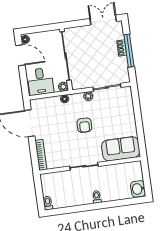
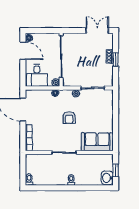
window: (129, 51) -> (116, 60), width x0.46
window: (147, 179) -> (116, 170), added

